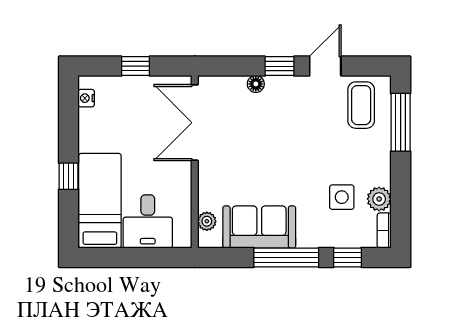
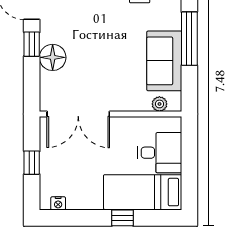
floor lamp: (256, 84) -> (53, 57), width x1.89, depth x1.89

